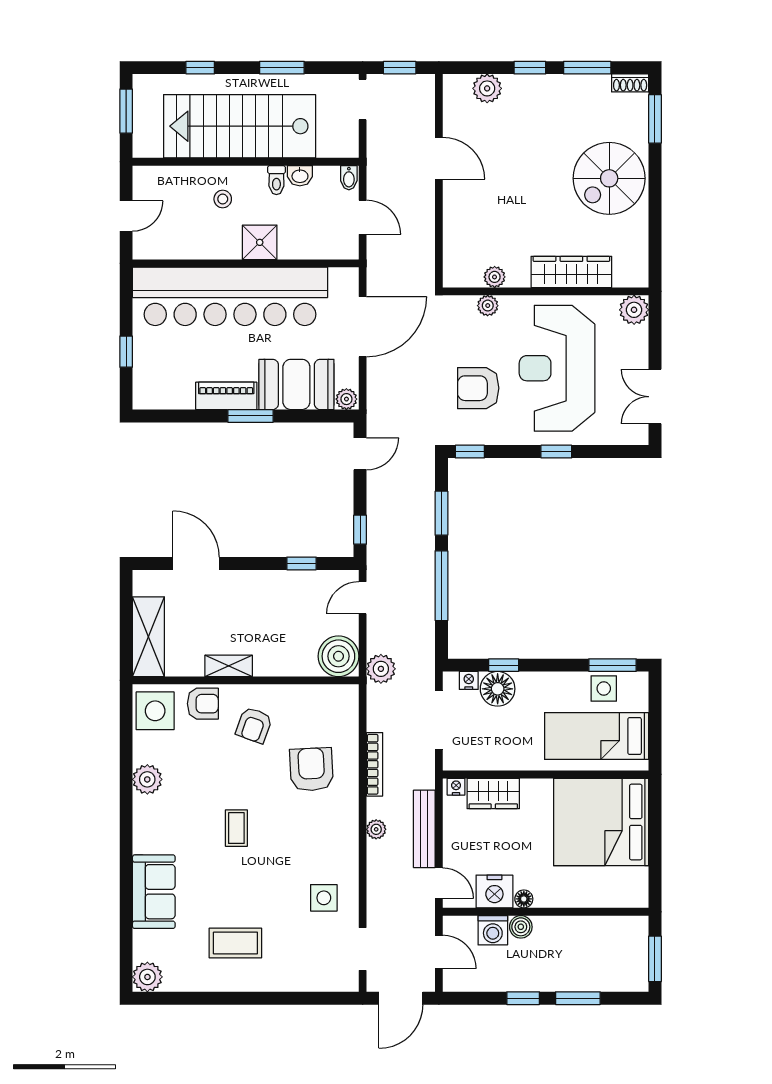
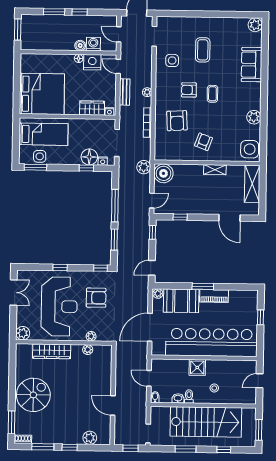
armchair: (203, 704) -> (189, 90), moved
bench: (424, 829) -> (125, 92), width x0.73
coffee table: (235, 943) -> (203, 50), moved, turned 90

